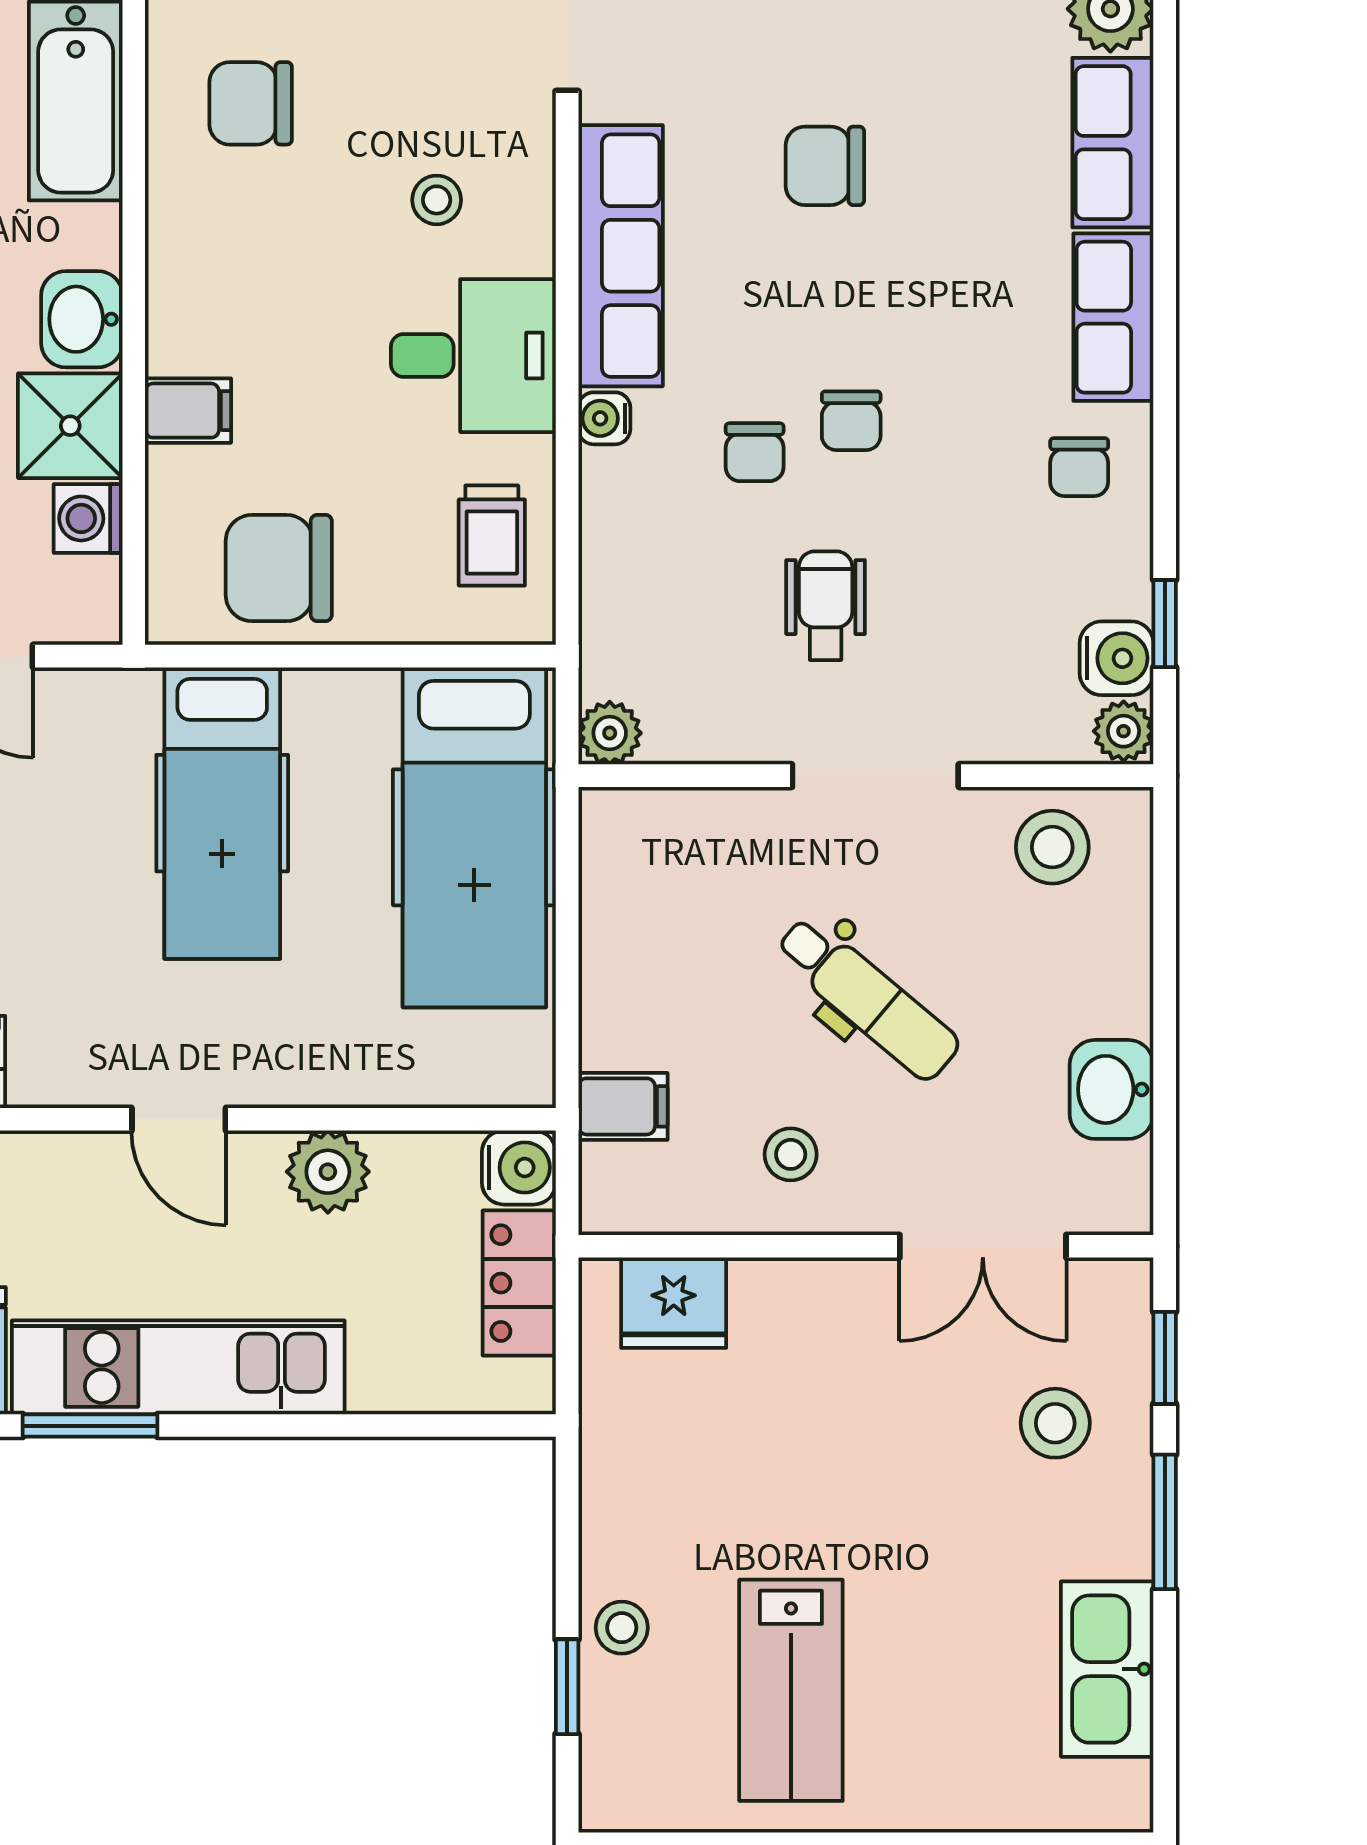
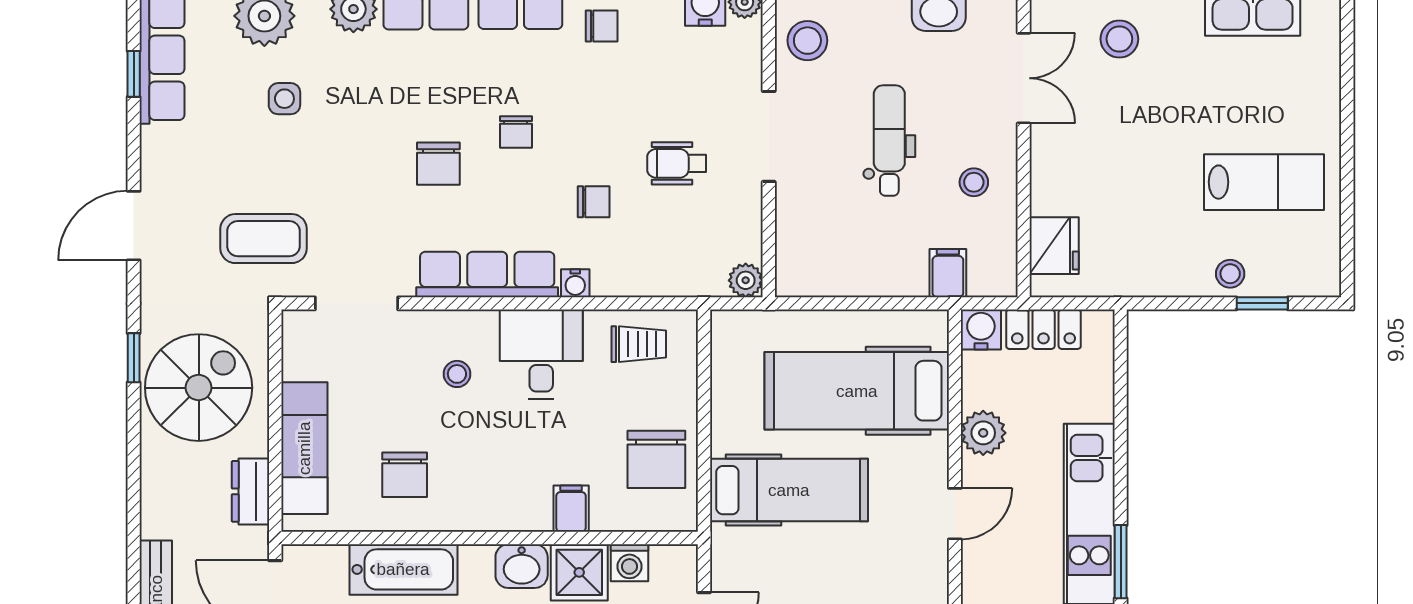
chair: (851, 421) -> (516, 132), moved, turned 90
hospital bed: (474, 837) -> (857, 391), moved, turned 180
dental chair: (868, 998) -> (889, 141), turned -40

